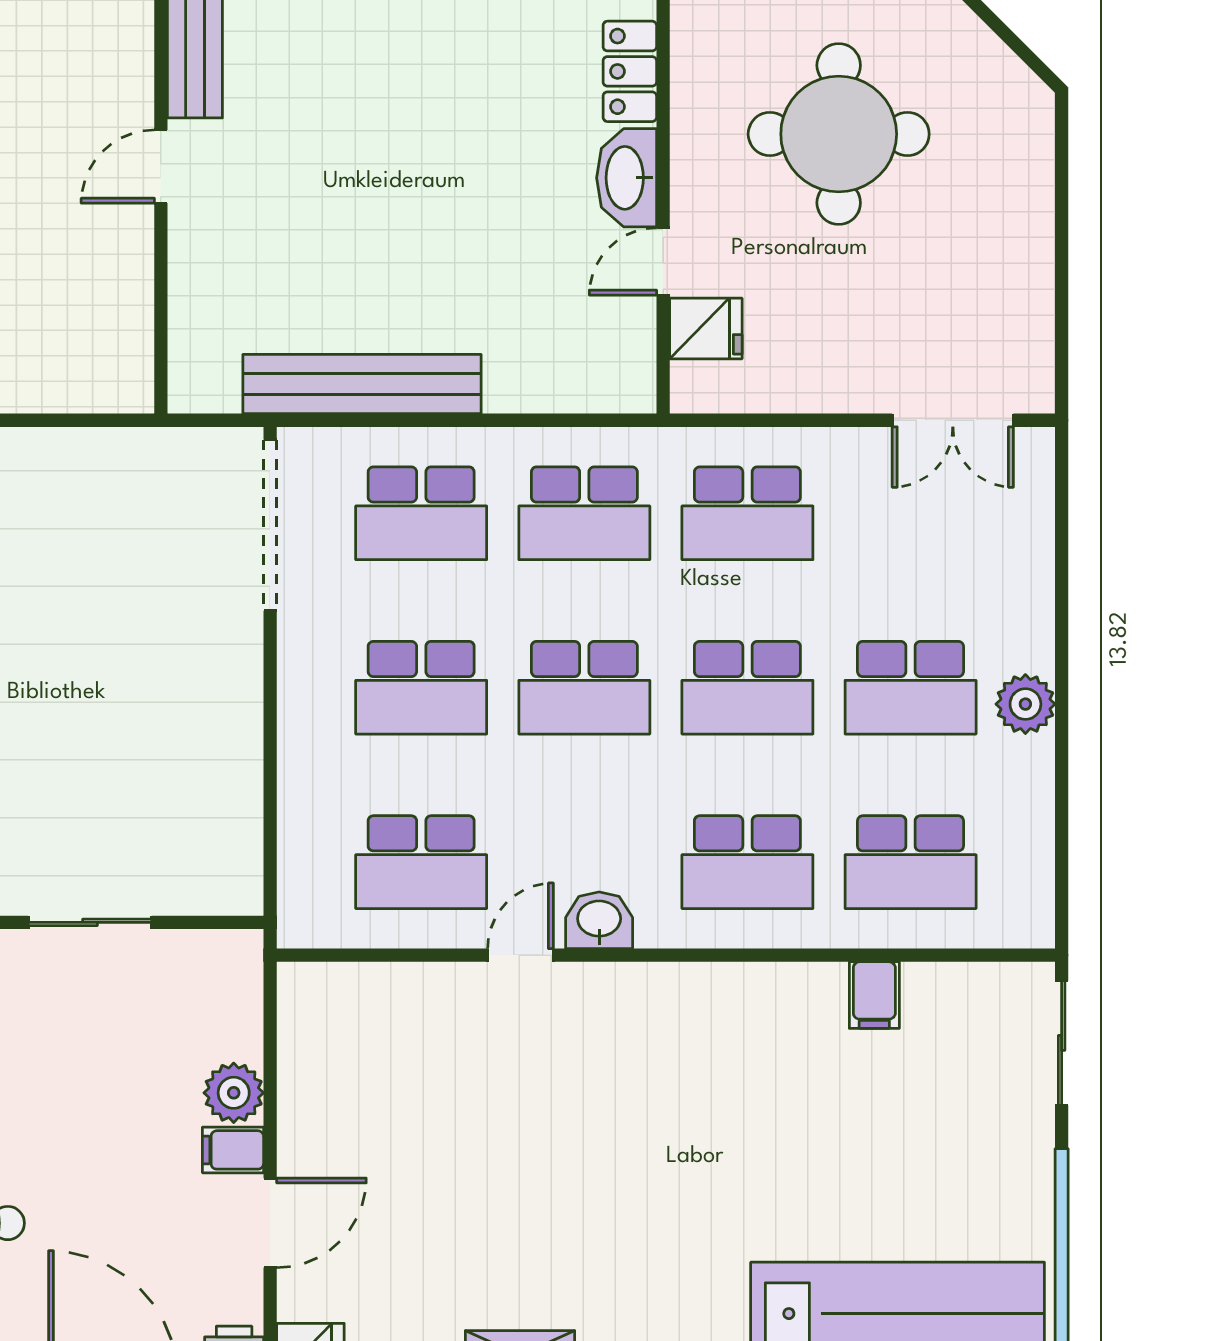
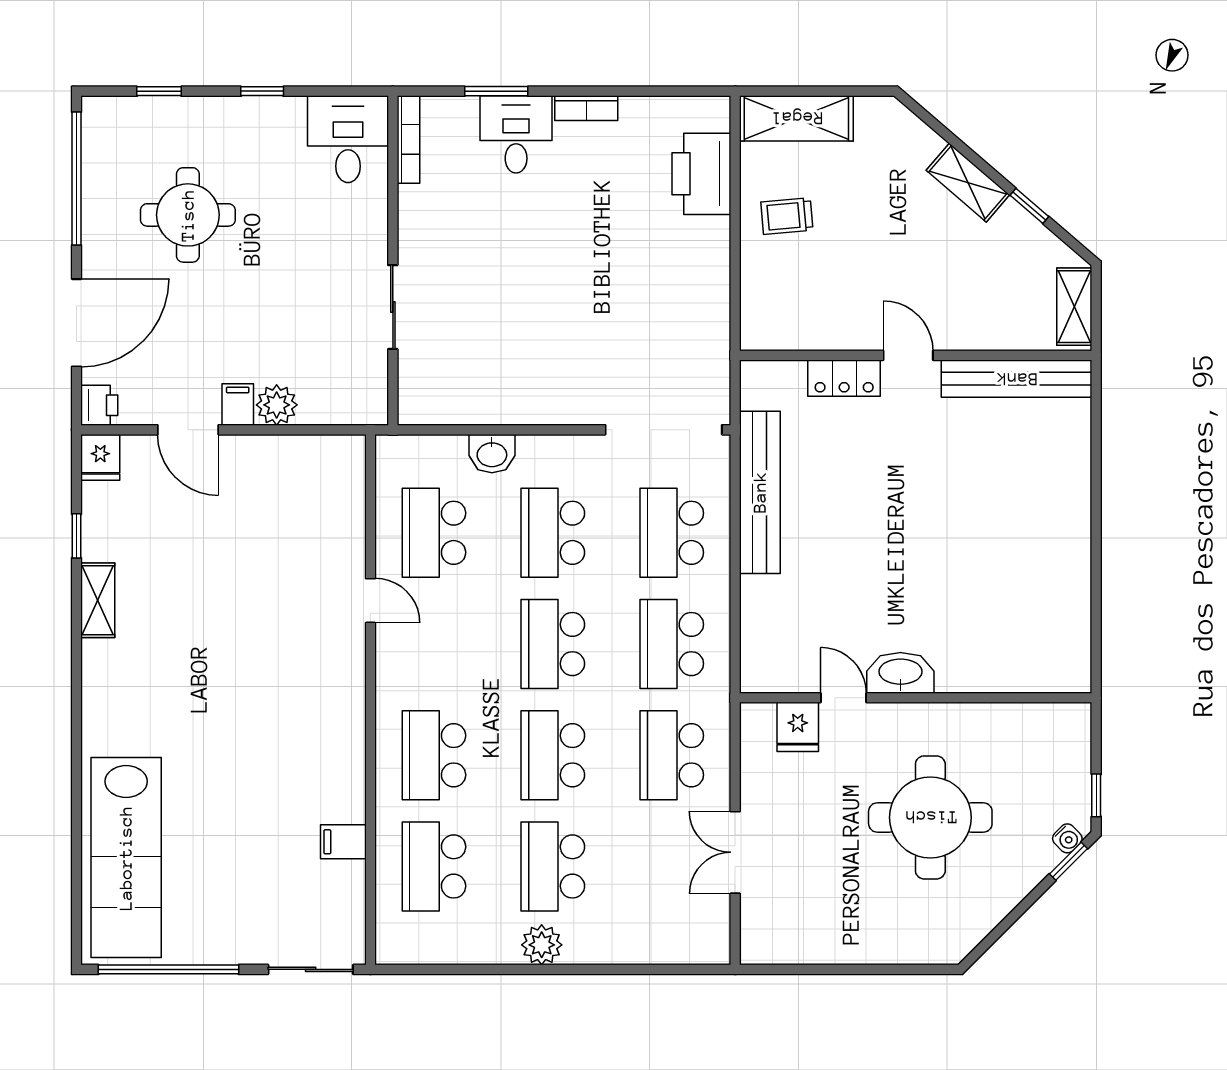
locker: (630, 71) -> (844, 378), moved, turned 180
double door: (953, 420) -> (735, 852), moved
washbasin: (599, 920) -> (492, 454), moved, turned 90

